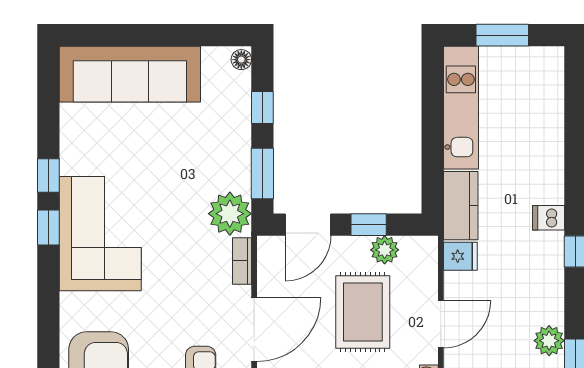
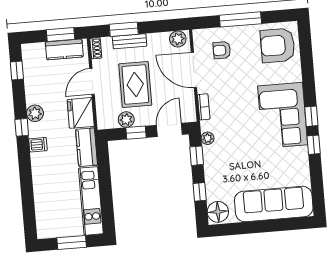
floor lamp: (241, 60) -> (218, 212), width x1.89, depth x1.89
window: (262, 173) -> (197, 156), width x0.67
plant: (230, 214) -> (208, 138), width x0.53, depth x0.53
fridge: (460, 256) -> (81, 113), width x1.88, depth x1.34
door: (254, 329) -> (194, 70), hinge flipped
plant: (549, 341) -> (35, 113), moved

